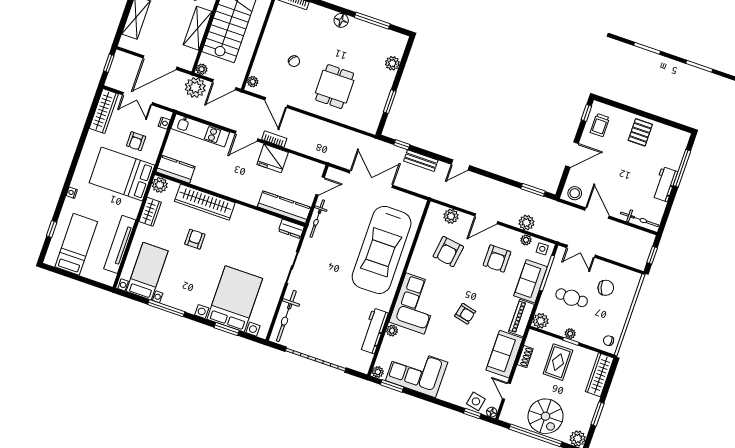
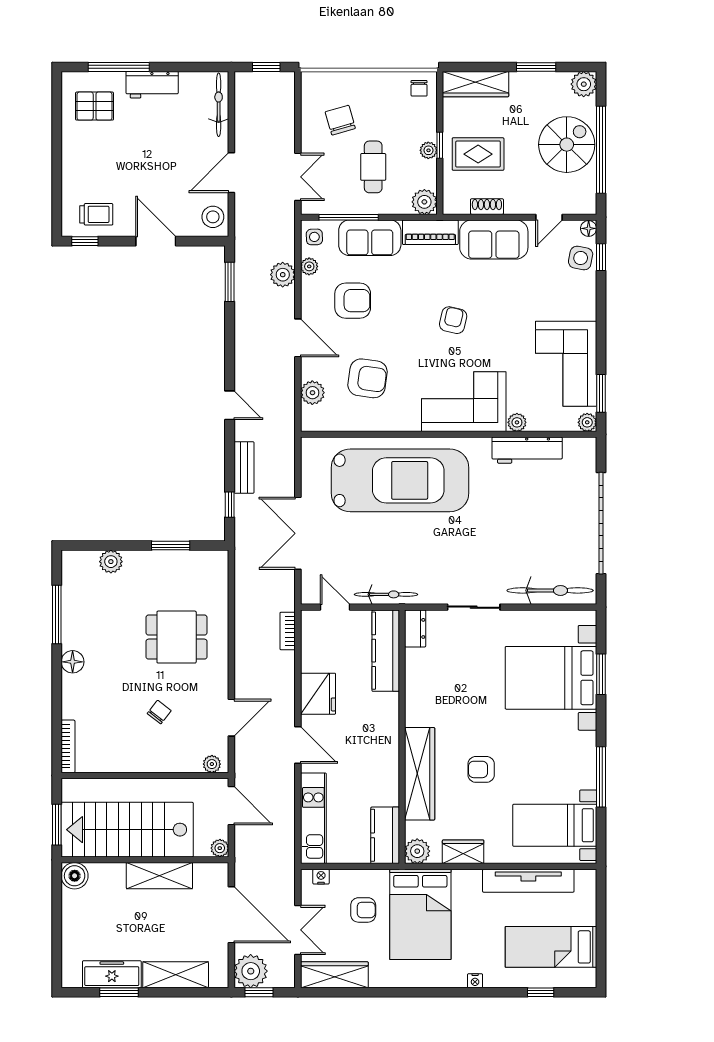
plant: (195, 87) -> (251, 971), moved
pallet: (640, 132) -> (95, 106), moved
bookcase: (274, 139) -> (288, 631), moved

